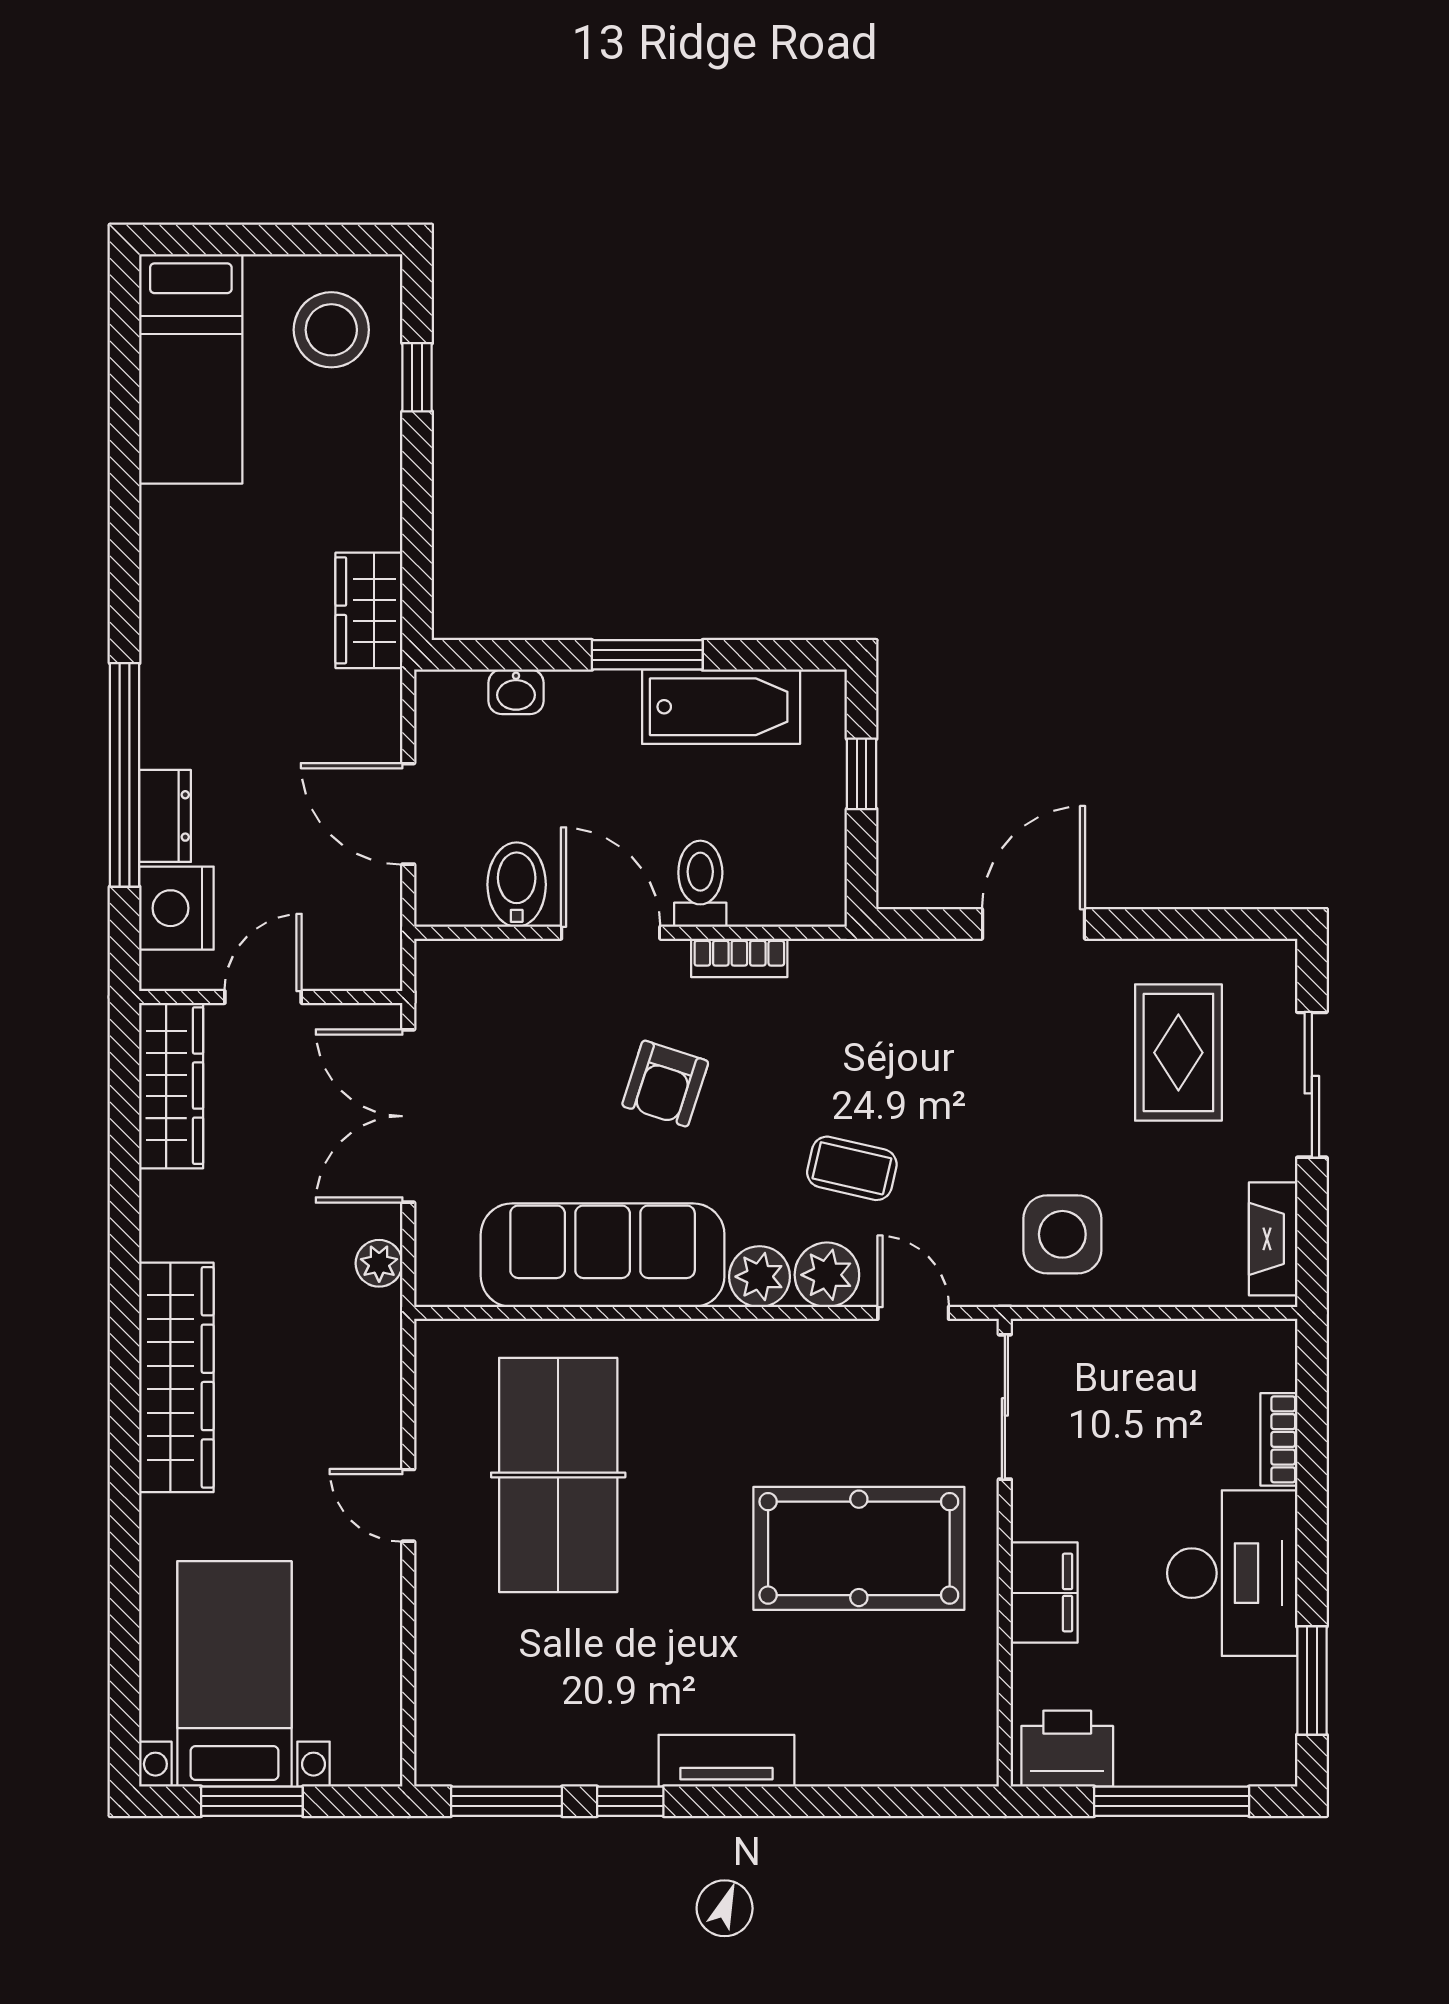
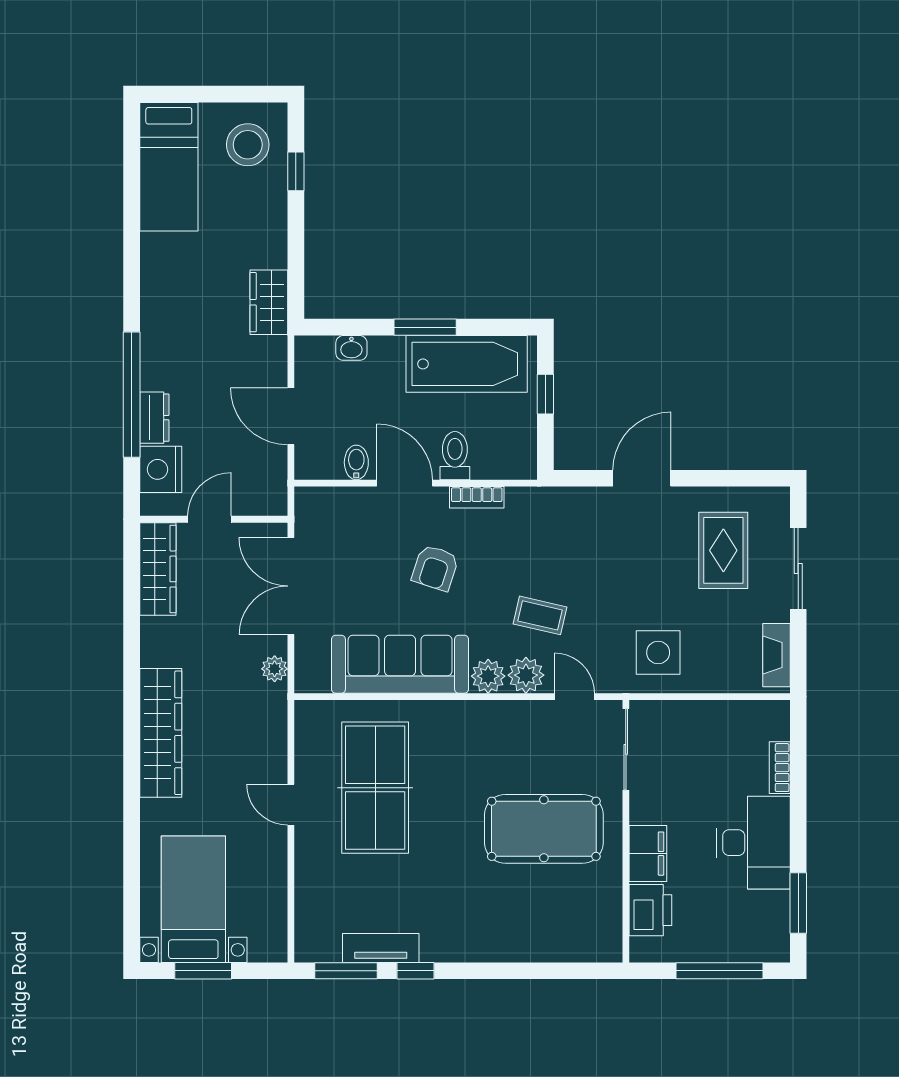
bathtub: (721, 707) -> (467, 364), width x1.36, depth x1.36
bidet: (517, 885) -> (356, 462), width x0.72, depth x0.74
printer: (1067, 1749) -> (650, 910), moved, turned 90
tv unit: (726, 1761) -> (381, 948), moved

